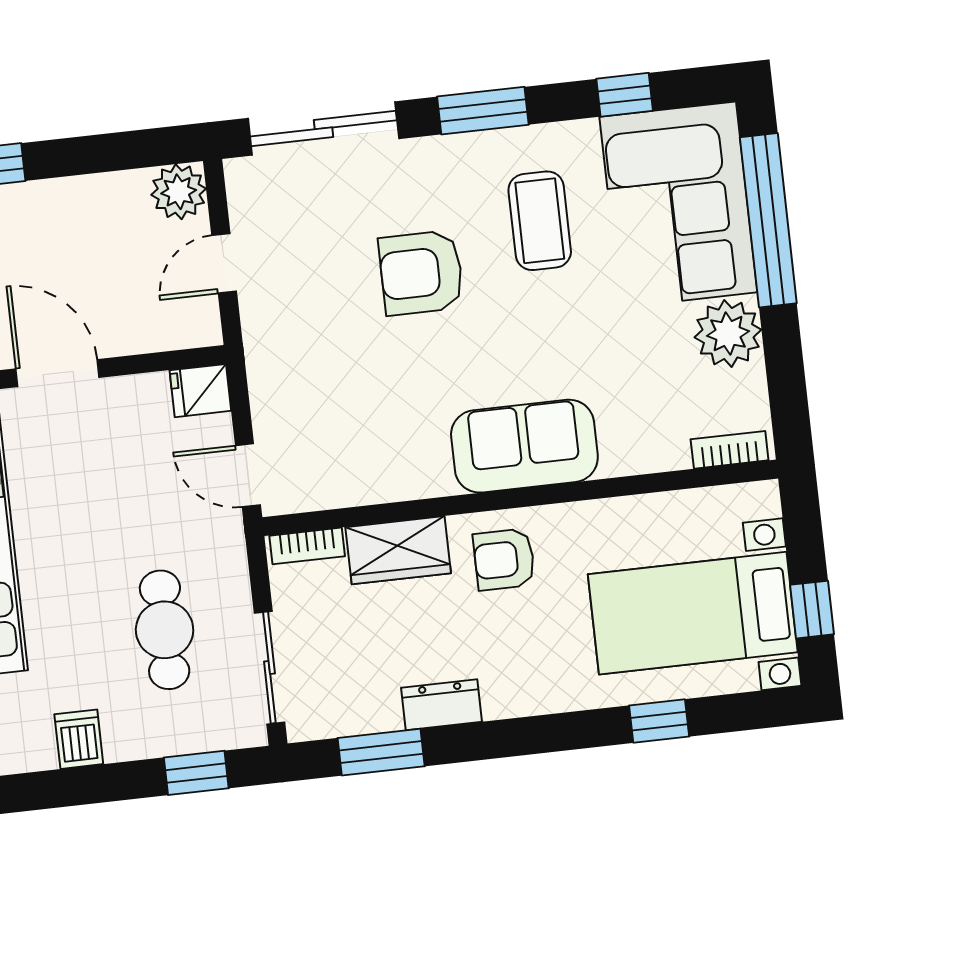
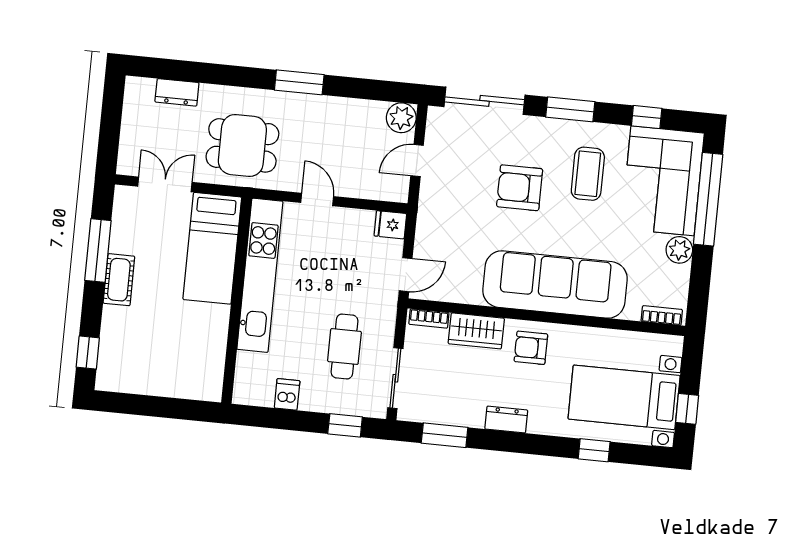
plant: (728, 333) -> (679, 250), width x0.73, depth x0.73
door: (57, 373) -> (317, 199), width x0.73
sofa: (524, 446) -> (555, 284), width x1.85, depth x1.27
door: (248, 475) -> (406, 275), swing flipped
dresser: (442, 705) -> (506, 420), moved

